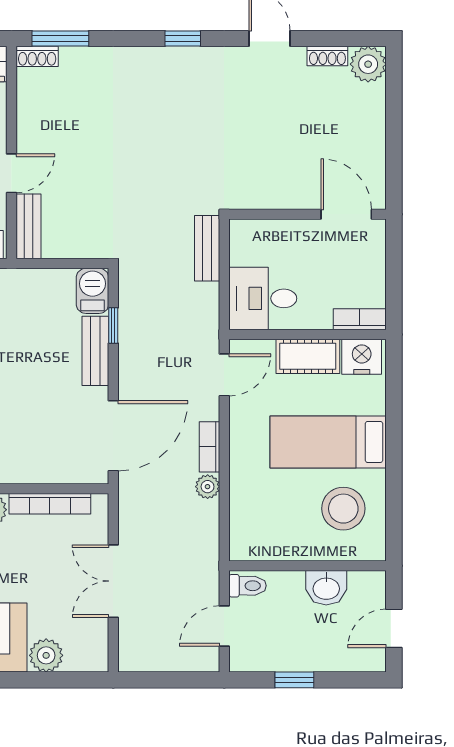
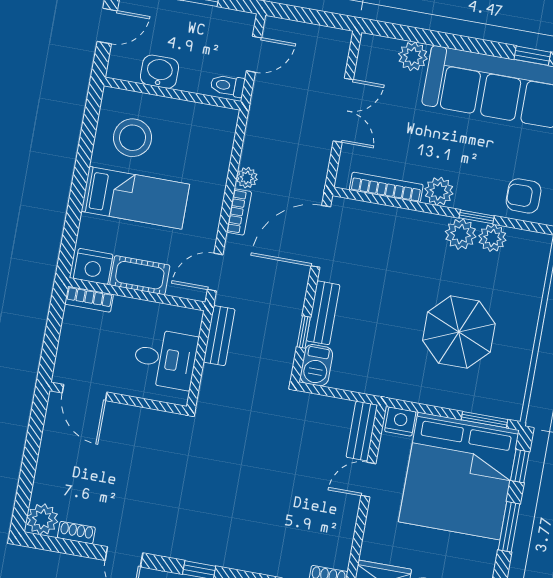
bench: (207, 248) -> (219, 336), moved
desk: (263, 298) -> (165, 359), moved

